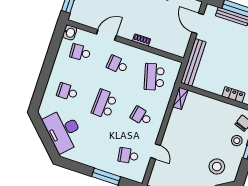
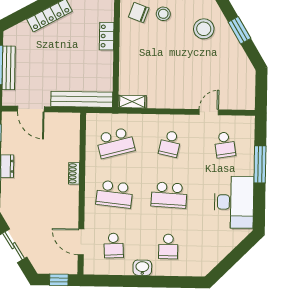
door: (198, 23) -> (31, 109), hinge flipped
washbasin: (70, 32) -> (142, 268), moved
door: (106, 35) -> (81, 242), moved
school desk: (117, 65) -> (114, 194), width x1.85
desk: (63, 130) -> (234, 202), moved, turned -45

